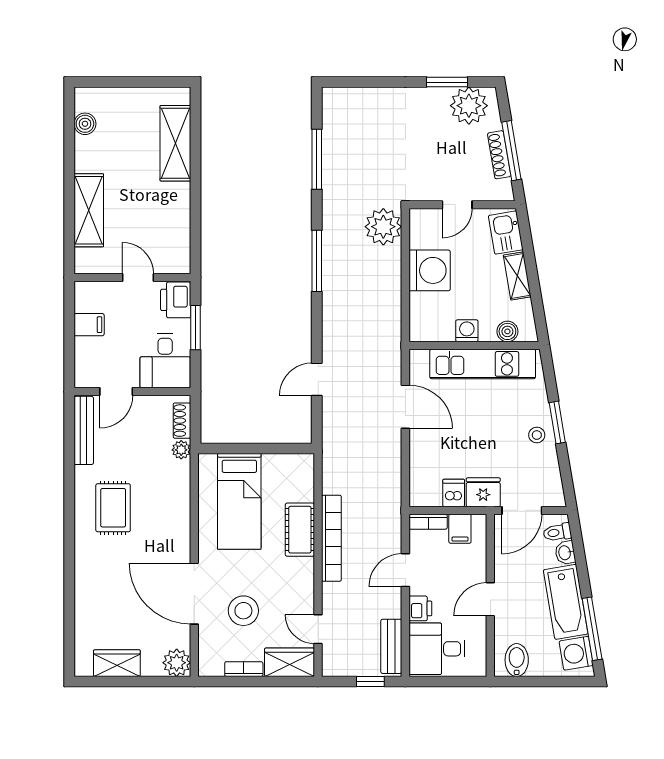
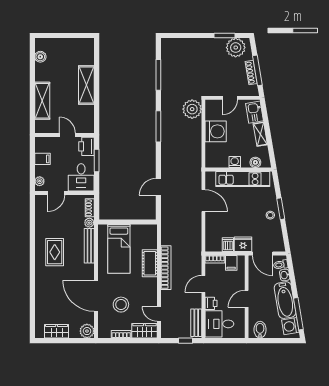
shelving: (175, 143) -> (86, 85), moved
plant: (83, 368) -> (40, 181), added
bench: (84, 430) -> (89, 246), moved
door: (522, 510) -> (263, 254), hinge flipped

